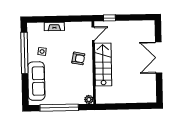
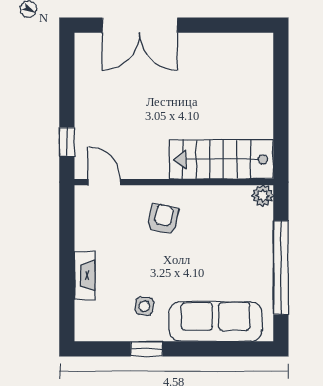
window: (24, 53) -> (147, 349), width x0.32
double door: (159, 58) -> (140, 25), moved
stairs: (103, 65) -> (221, 159), moved

